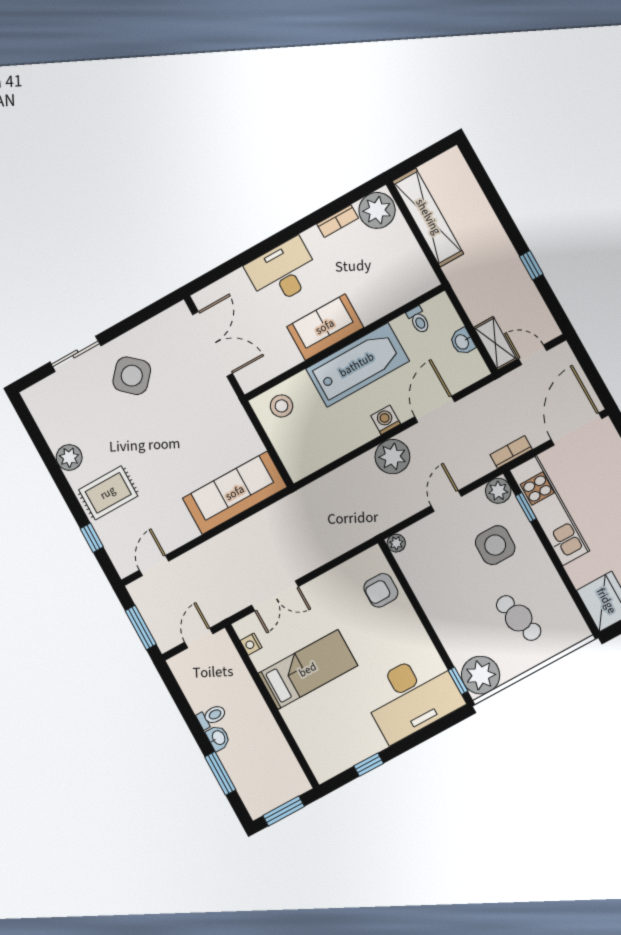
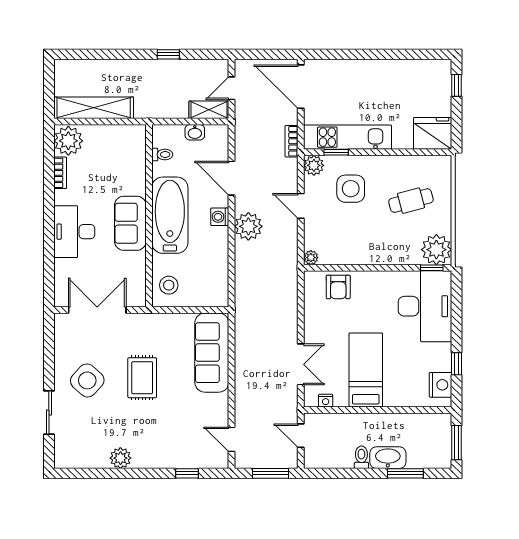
rug: (108, 493) -> (142, 378), moved
washbasin: (218, 738) -> (388, 458), width x1.91, depth x1.45
nightstand: (336, 760) -> (441, 385), added

